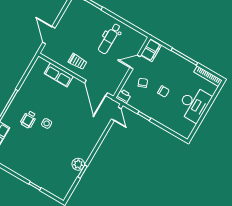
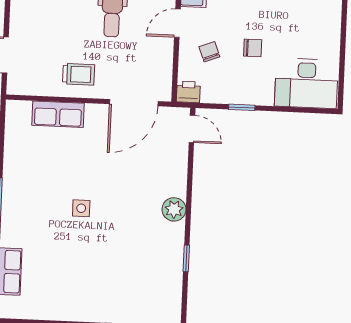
door: (96, 88) -> (134, 103), hinge flipped
desk: (194, 104) -> (306, 83), moved, turned 90
wheelchair: (29, 119) -> (47, 218), removed
plant: (78, 164) -> (174, 209), moved

